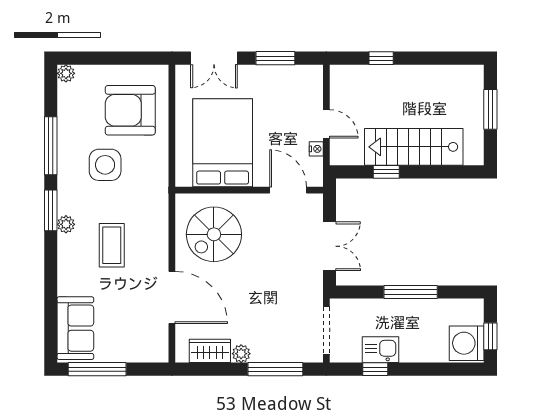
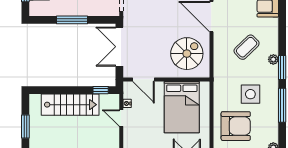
window: (386, 172) -> (101, 90), moved
coffee table: (112, 245) -> (247, 47), turned 46
double door: (330, 246) -> (119, 47), width x1.37

